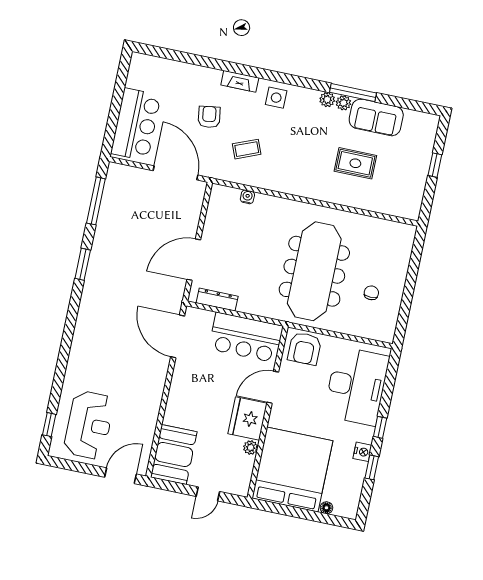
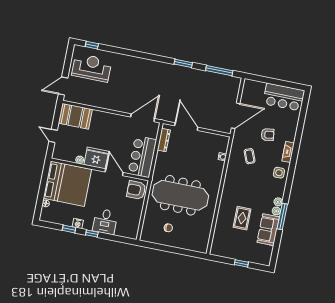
bar counter: (136, 124) -> (284, 97), moved
desk: (357, 386) -> (105, 221), width x0.53, depth x0.77
reception desk: (89, 425) -> (92, 68), turned 180
door: (121, 476) -> (63, 86), swing flipped

